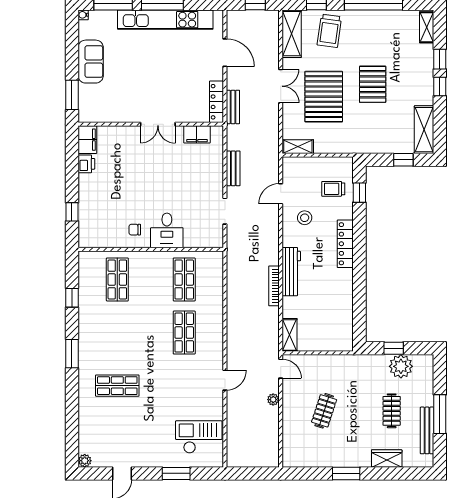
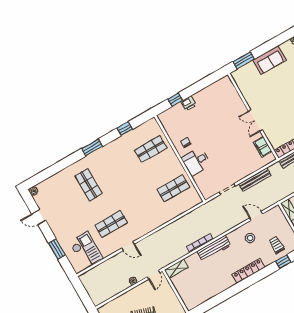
filing cabinet: (87, 140) -> (223, 84), removed
printer: (86, 164) -> (188, 103), moved
bench: (233, 168) -> (255, 180), width x1.36
shop shelf: (184, 333) -> (111, 224), moved

